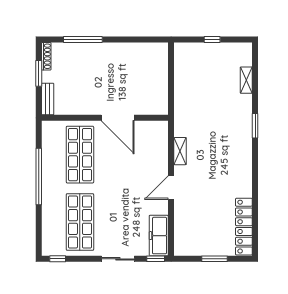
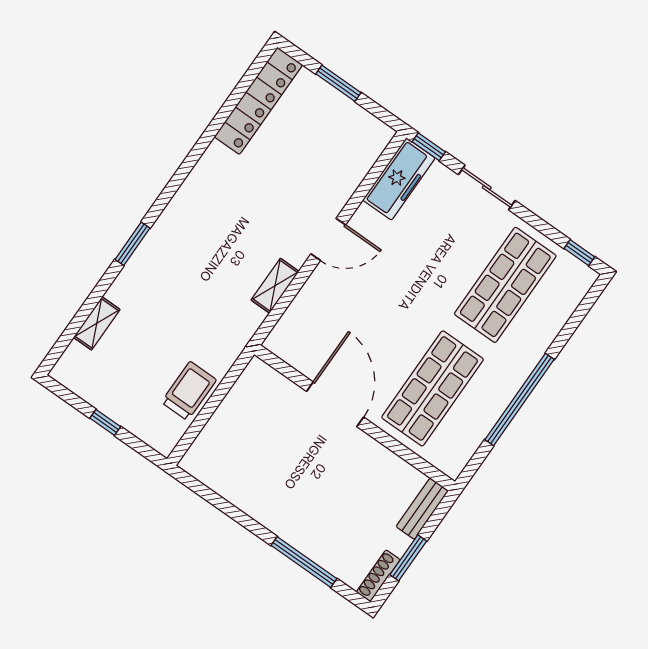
trolley: (185, 79) -> (189, 391), added

